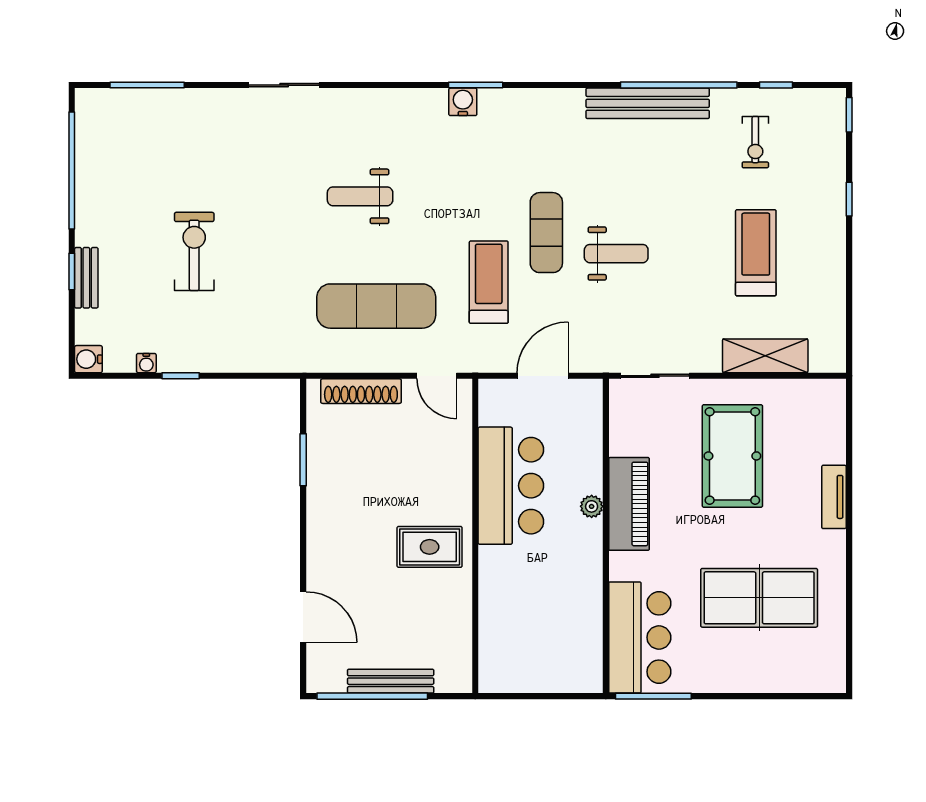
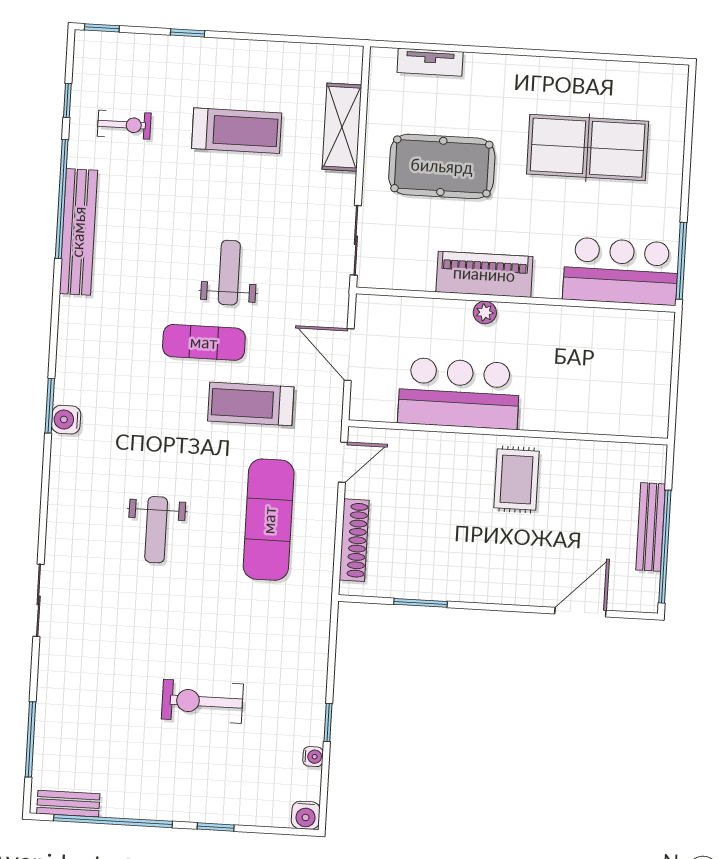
treadmill: (756, 253) -> (237, 131), turned 180
bench: (86, 278) -> (68, 804), moved
tv unit: (834, 497) -> (430, 62), moved
table tennis table: (759, 598) -> (588, 148), turned 90

